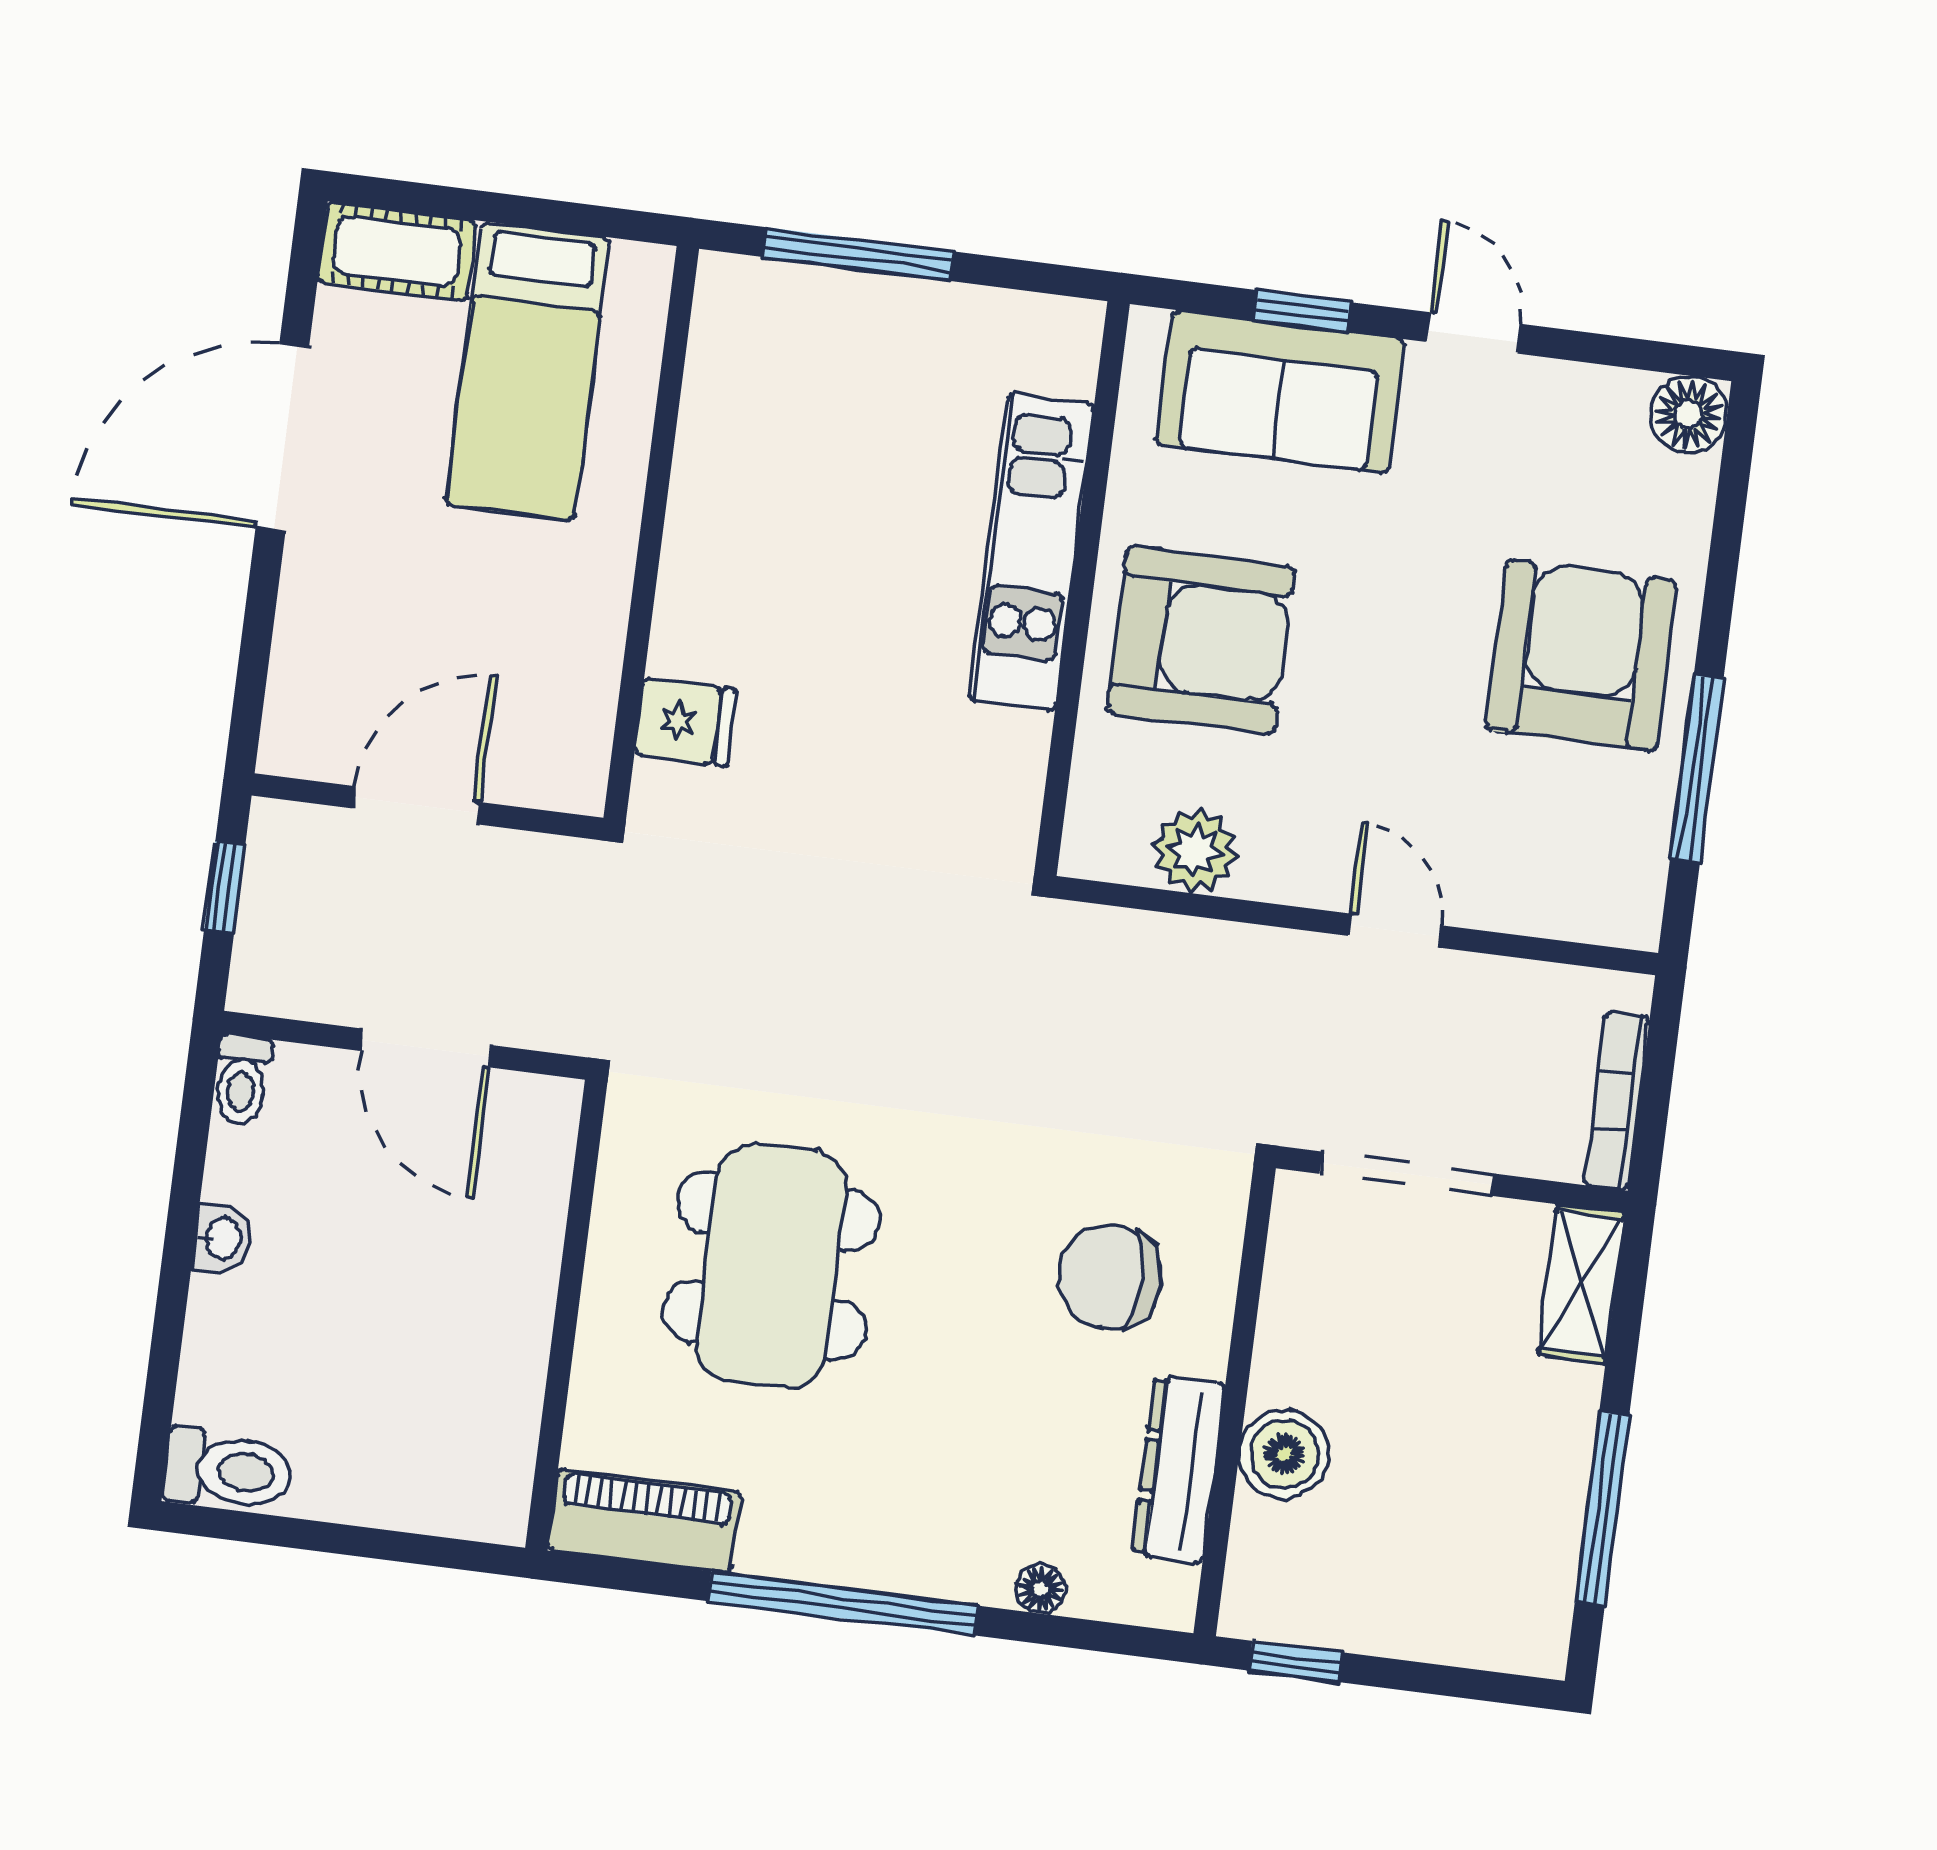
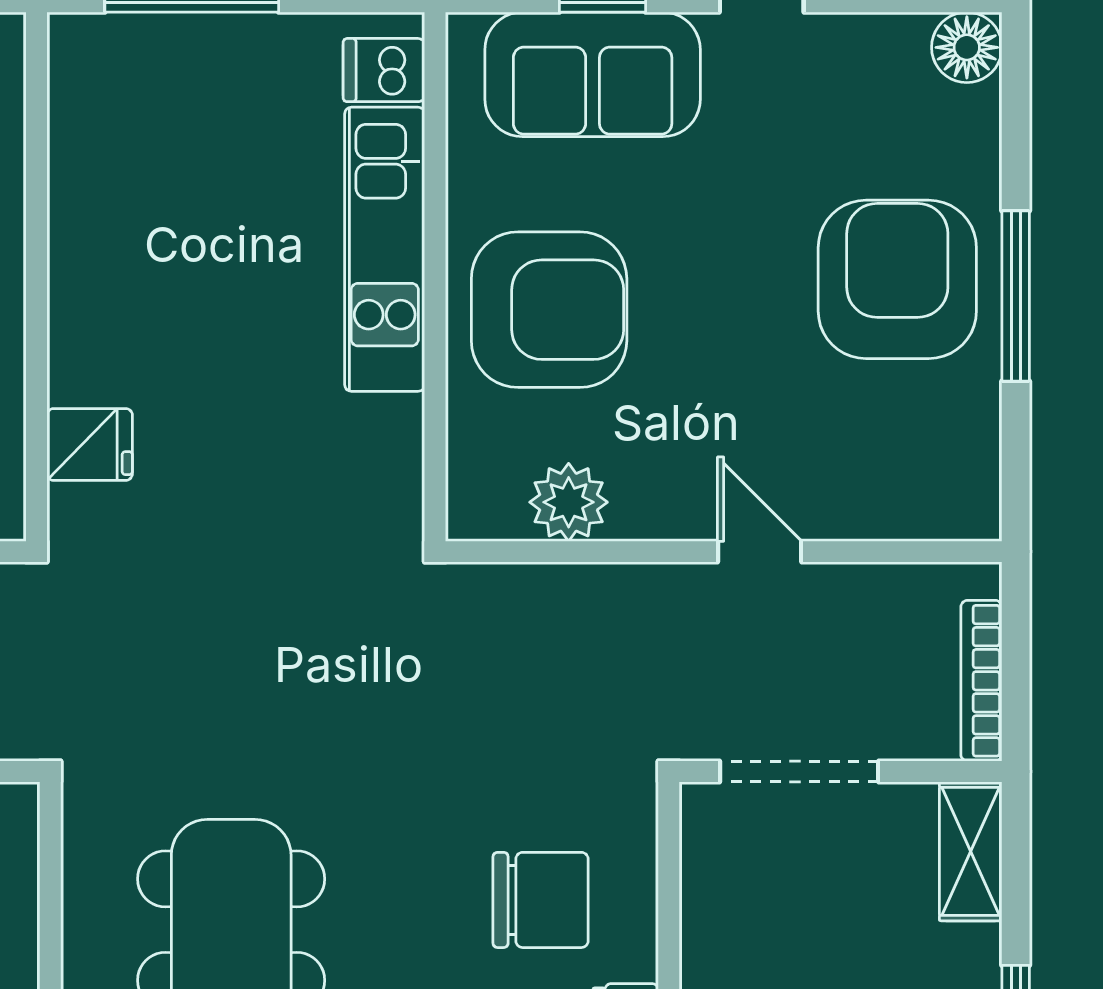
dishwasher: (1055, 358) -> (384, 70), added
window: (1697, 769) -> (1016, 296), moved
chair: (1110, 1277) -> (541, 900), turned 180

